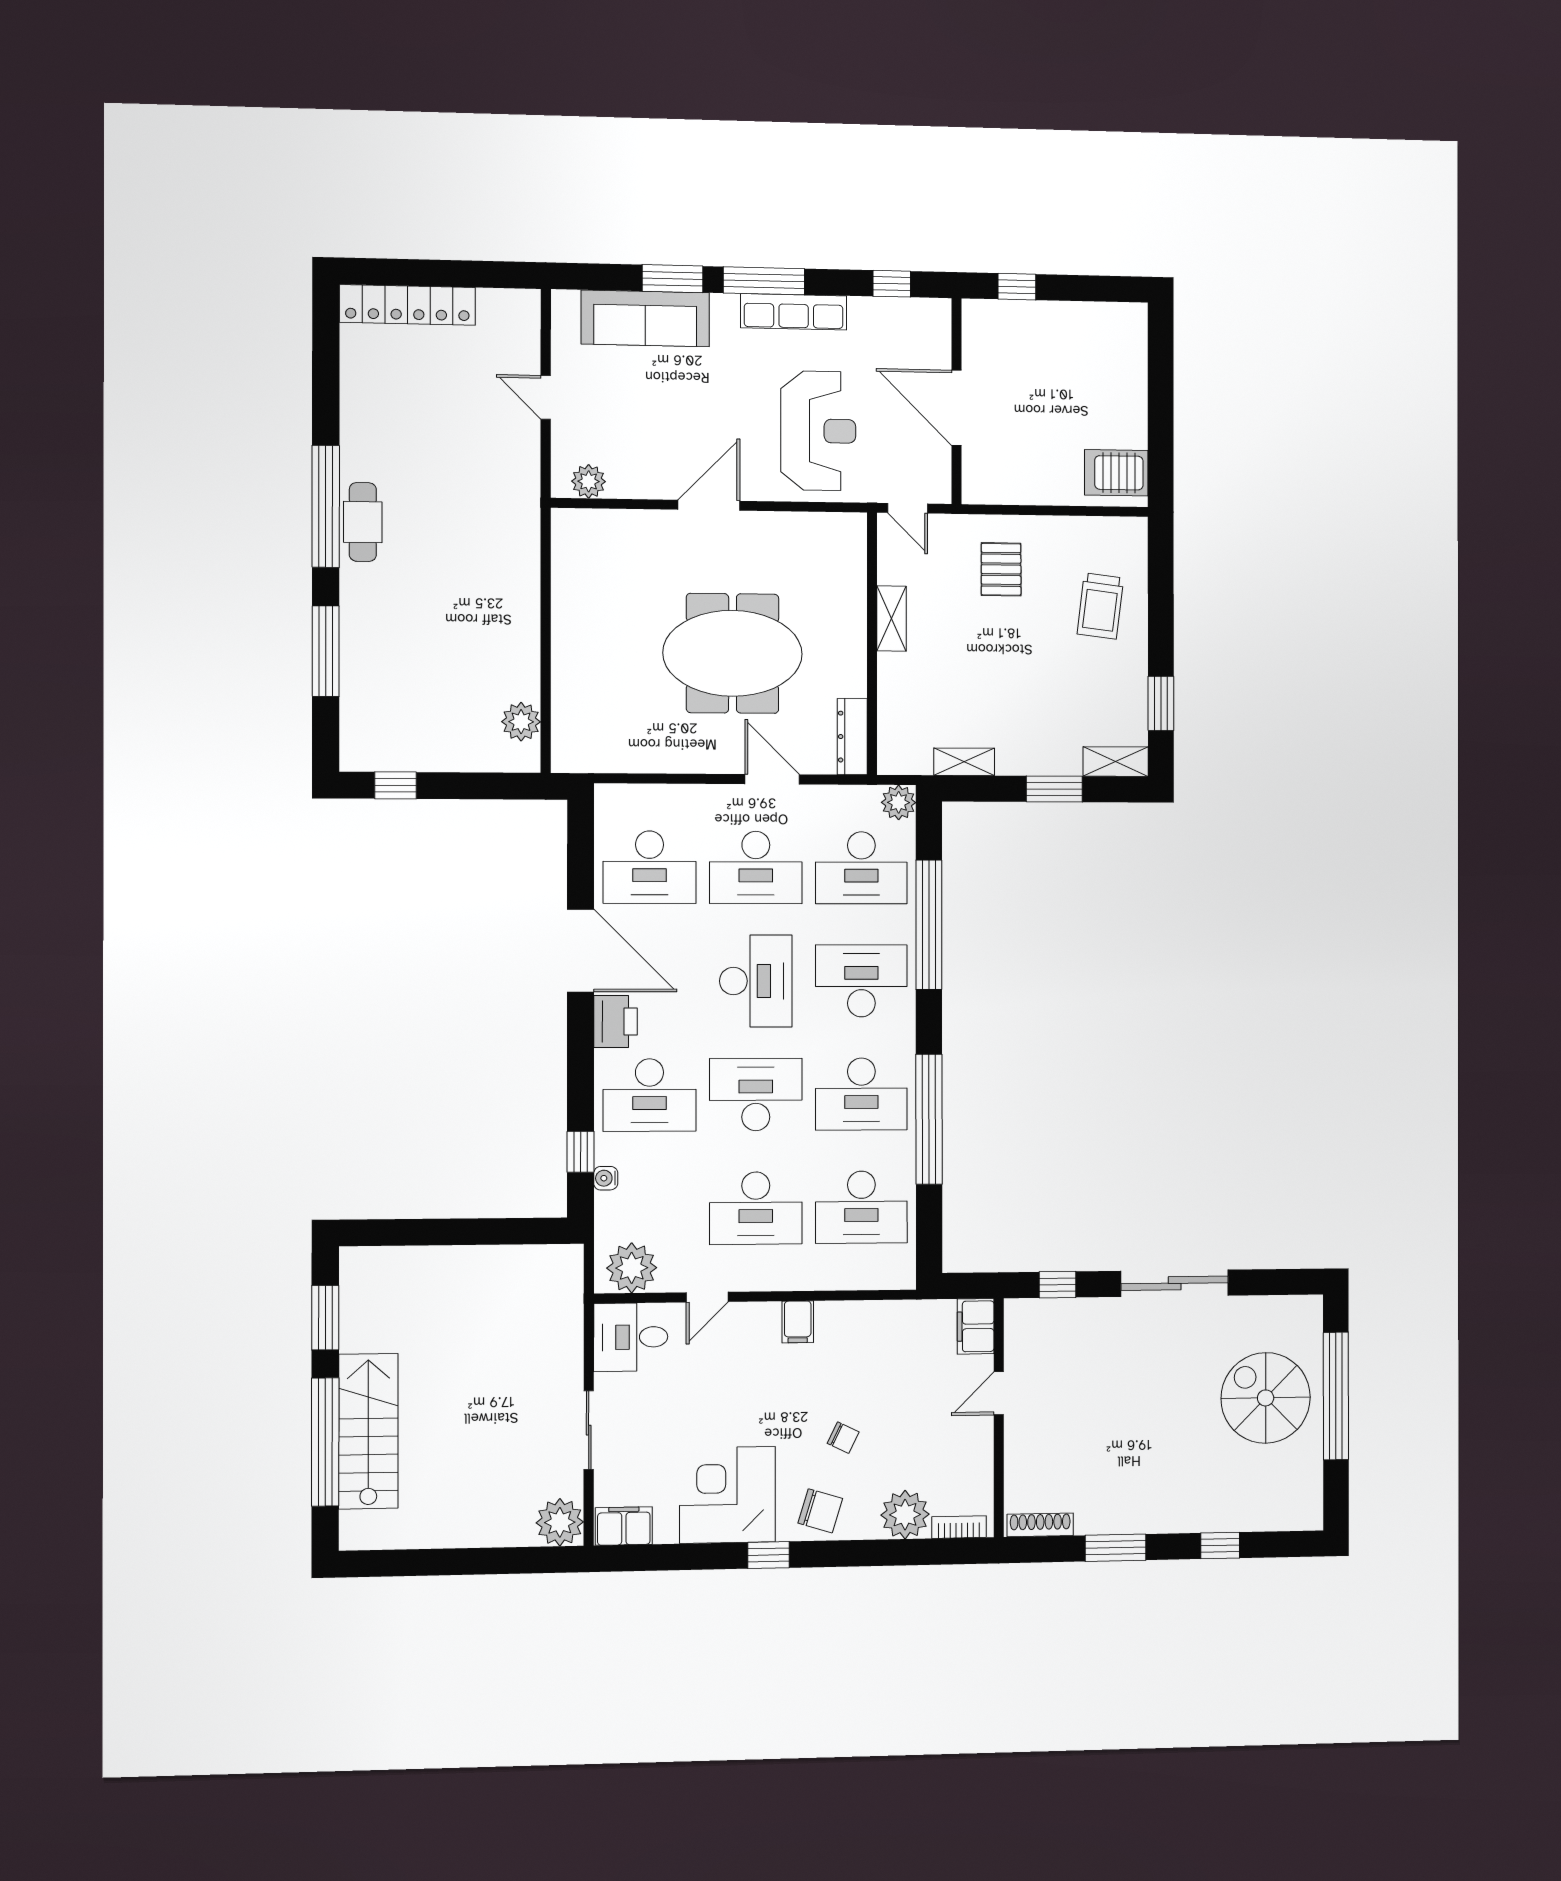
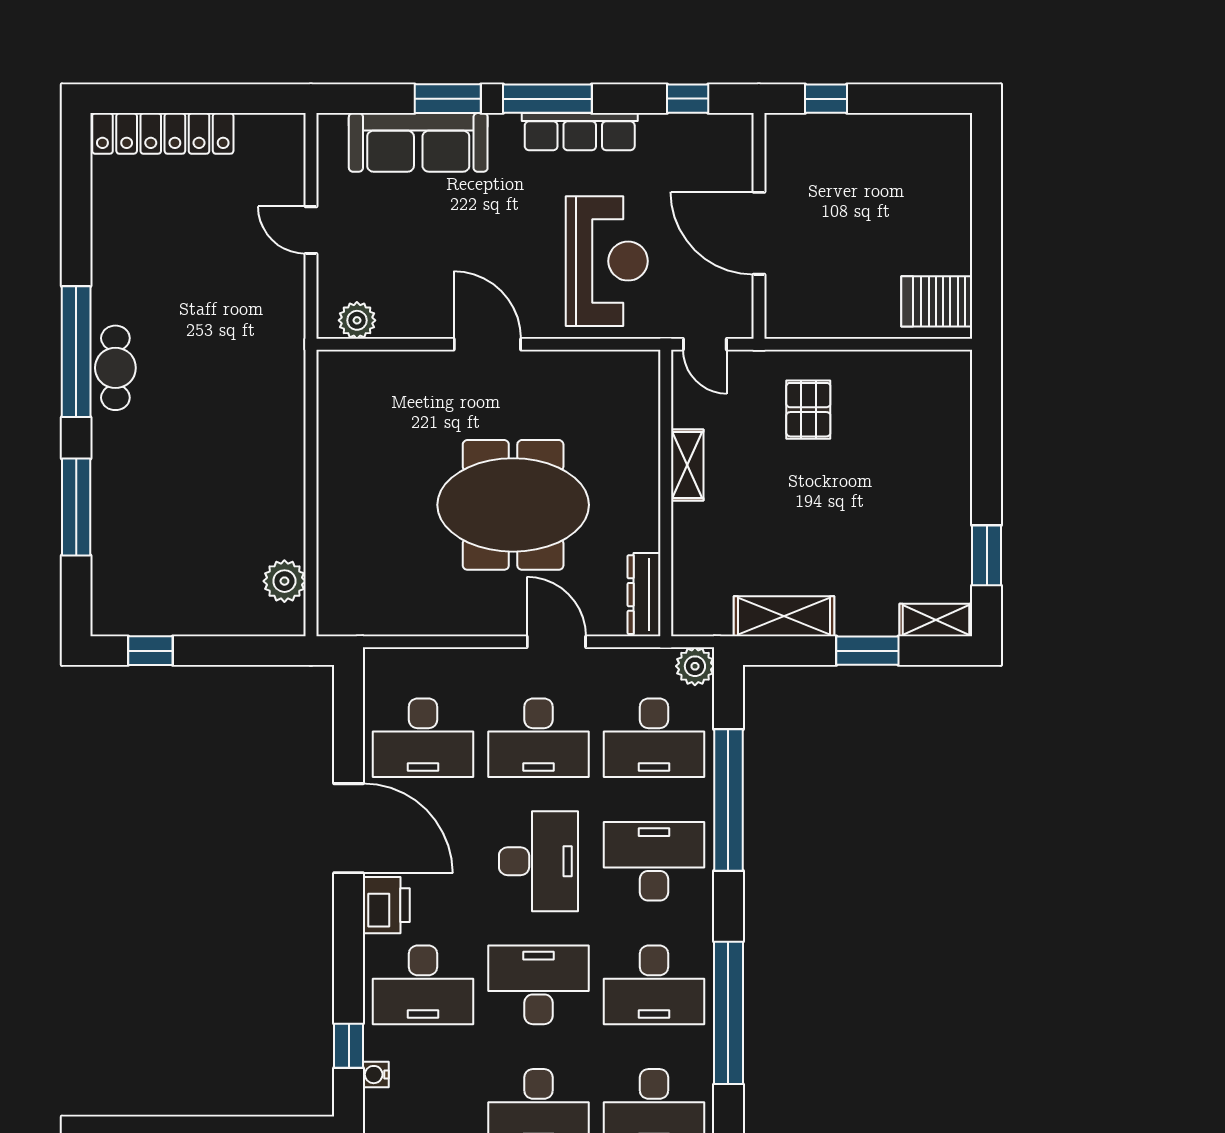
door: (709, 505) -> (487, 344), hinge flipped
trolley: (1100, 606) -> (919, 449), removed
shelving: (964, 762) -> (784, 616), width x1.50, depth x1.33

